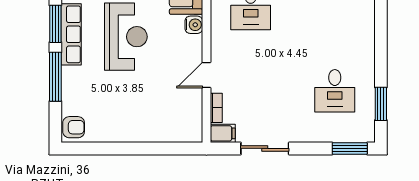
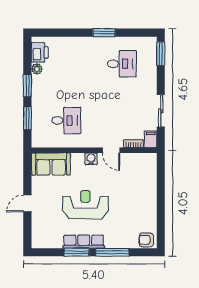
water cooler: (194, 25) -> (91, 159), moved
window: (381, 104) -> (104, 33), moved
armchair: (74, 127) -> (146, 240), turned -90

